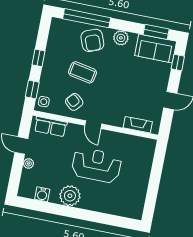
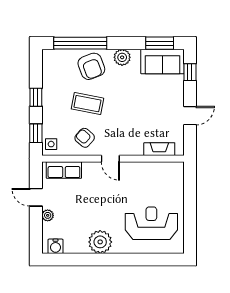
reception desk: (96, 165) -> (151, 223), moved
water cooler: (42, 194) -> (55, 246), moved

